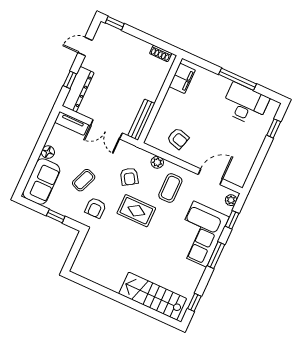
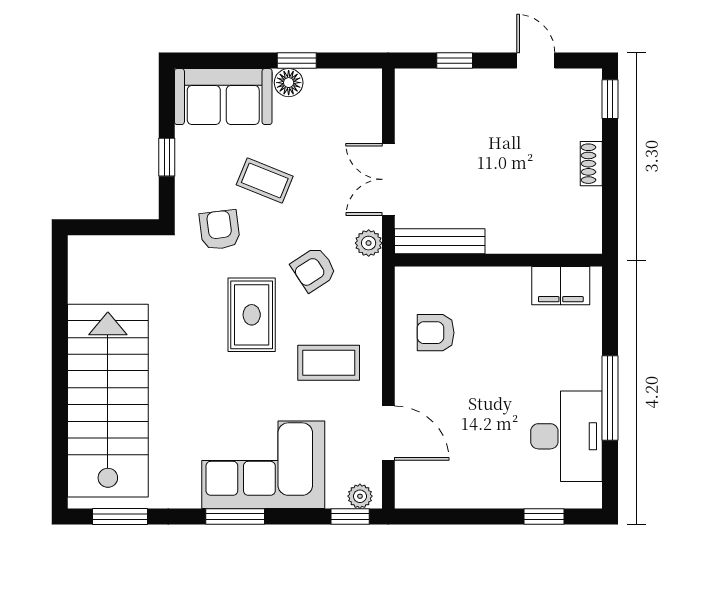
shoe rack: (161, 53) -> (591, 164), moved
dresser: (78, 89) -> (443, 86), removed
tv unit: (72, 123) -> (368, 104), removed
armchair: (178, 138) -> (436, 333), turned 74
window: (40, 145) -> (297, 61), added
plant: (157, 162) -> (369, 243), moved
armchair: (95, 208) -> (220, 230), turned 83
window: (232, 220) -> (350, 516), moved
stairs: (153, 296) -> (108, 401), width x1.36, depth x1.51
window: (194, 302) -> (120, 516), width x1.50

